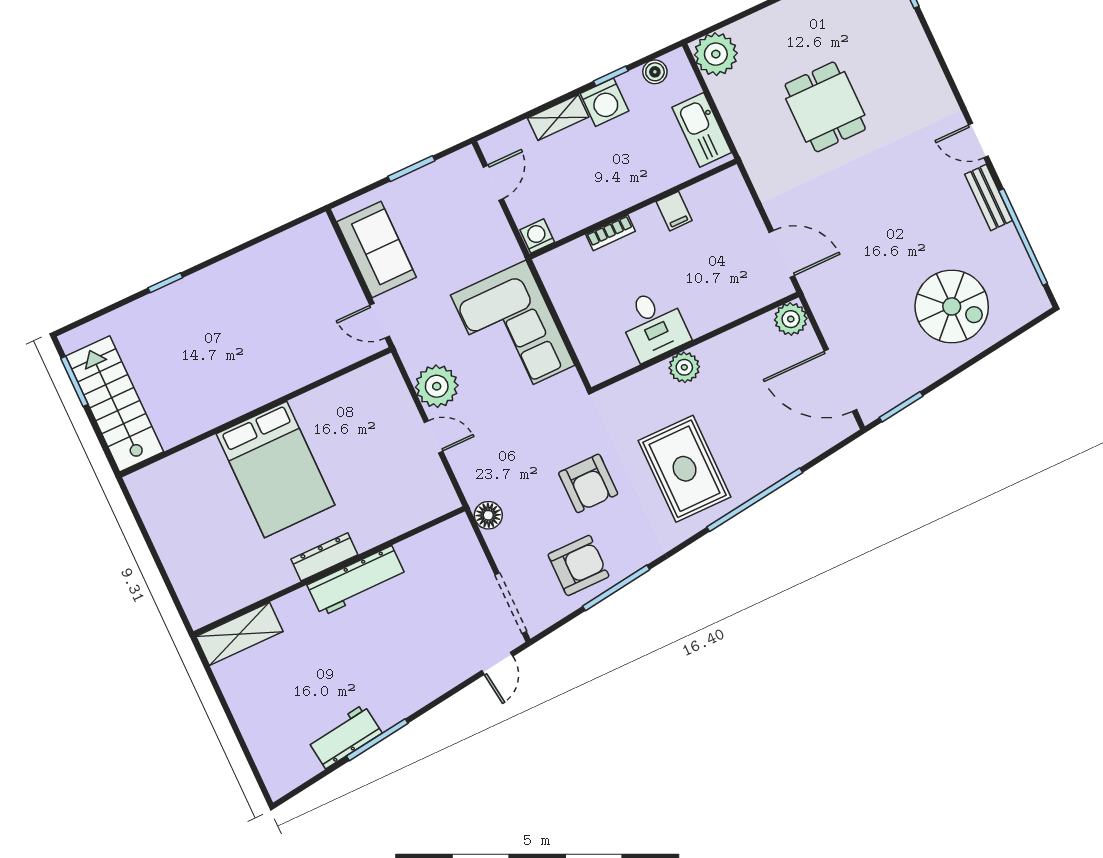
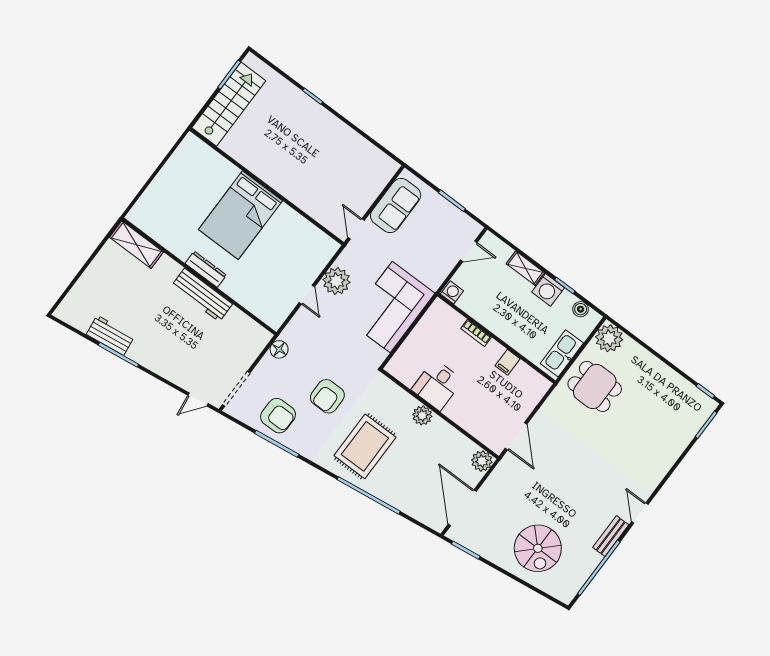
dining table: (825, 107) -> (595, 386), moved, turned 90

